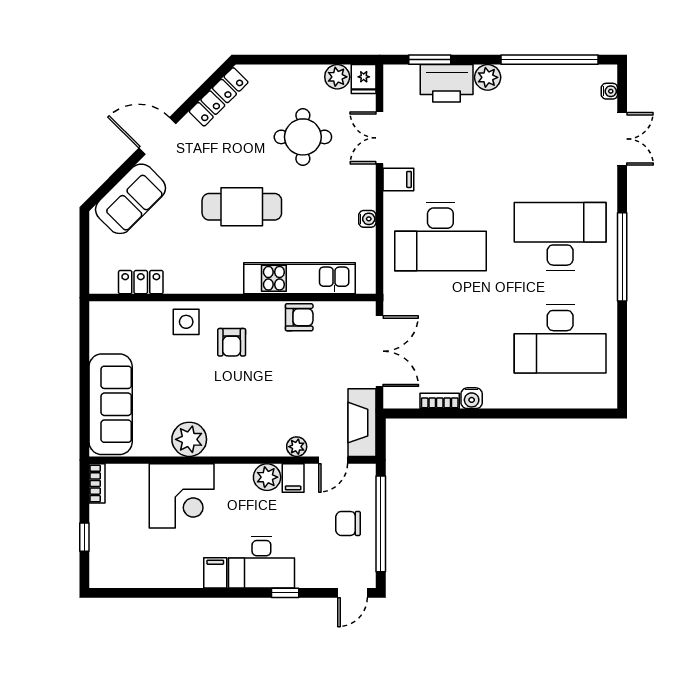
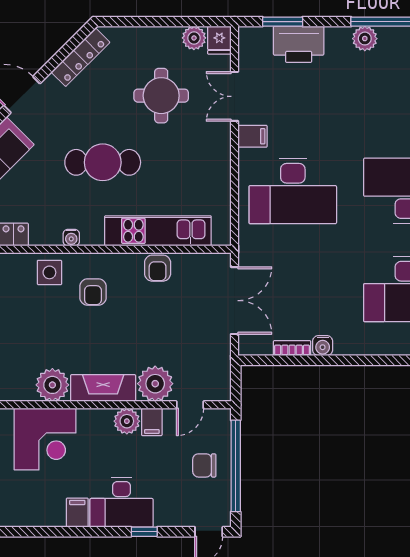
plant: (488, 77) -> (365, 39), moved
water cooler: (367, 219) -> (71, 238), moved, turned 90
armchair: (299, 317) -> (158, 268), turned 90
fireplace: (362, 423) -> (103, 388), moved, turned 90
plant: (297, 447) -> (155, 384), width x1.88, depth x1.88

